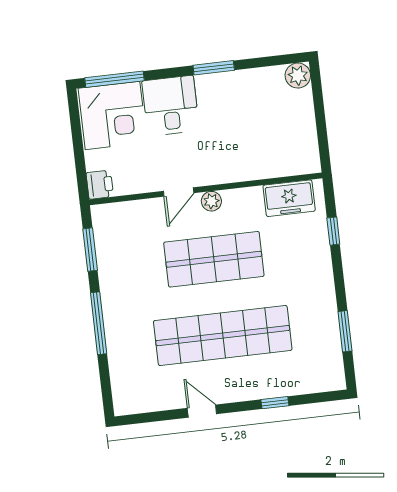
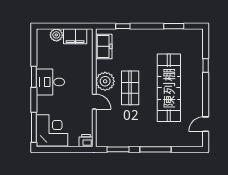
plant: (298, 76) -> (56, 35), moved
desk: (171, 106) -> (50, 82), moved
filing cabinet: (303, 140) -> (75, 36), added
plant: (211, 201) -> (105, 81), width x1.87, depth x1.87
shop shelf: (214, 259) -> (130, 88), width x0.70, depth x0.74
door: (202, 411) -> (206, 124), moved

